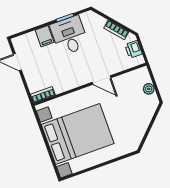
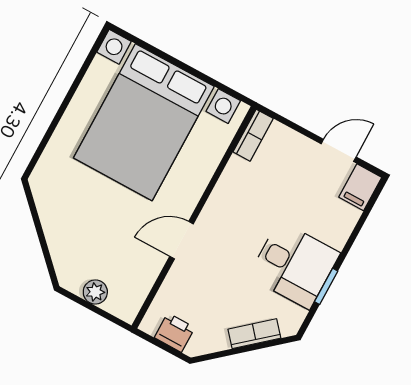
bookcase: (116, 30) -> (254, 334), moved
filing cabinet: (45, 36) -> (360, 187), moved, turned -90

